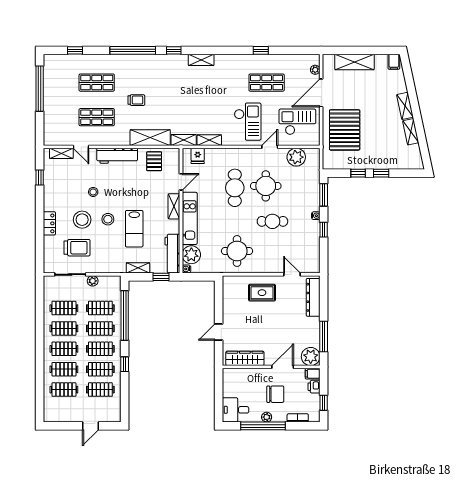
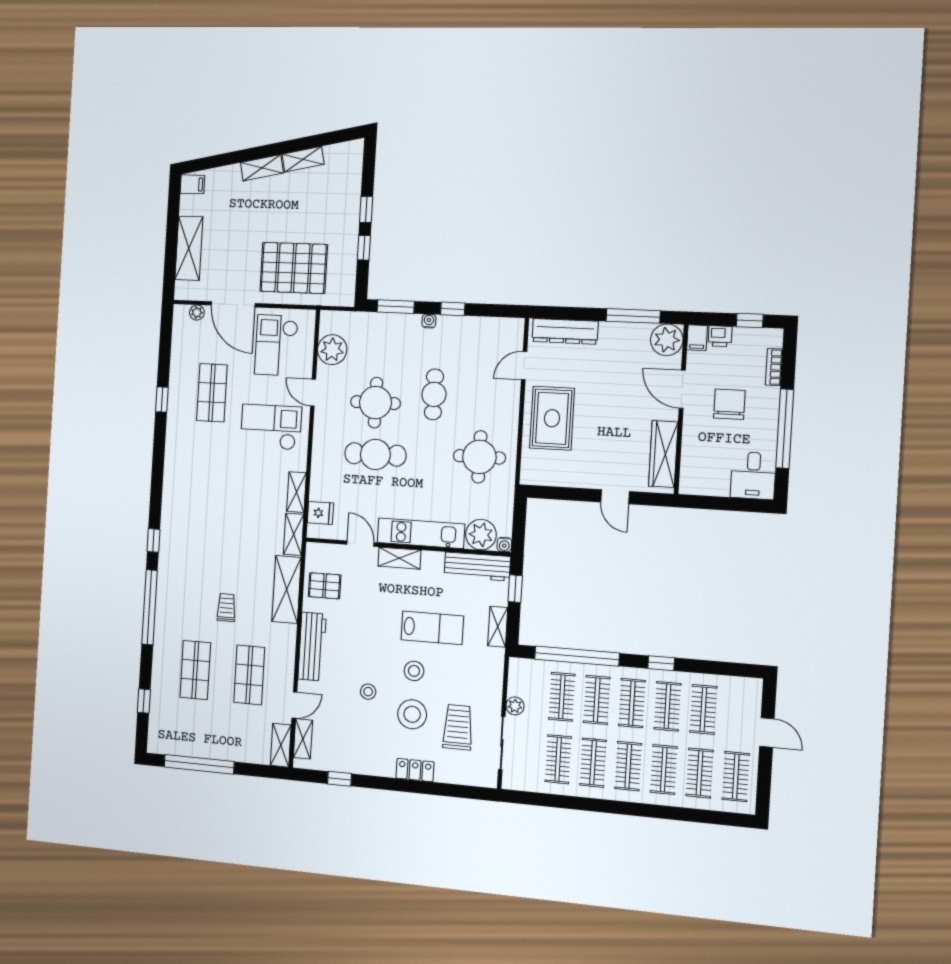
shelving: (201, 60) -> (281, 745), moved
rug: (262, 293) -> (552, 418), width x1.36, depth x1.43
clothes rail: (64, 410) -> (736, 777), added
plant: (267, 417) -> (769, 422), removed

